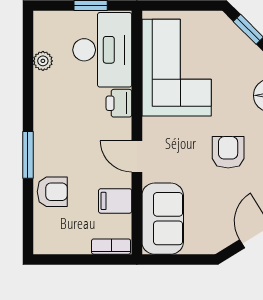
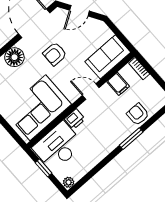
plant: (43, 61) -> (69, 182), moved
door: (137, 156) -> (91, 91), swing flipped

